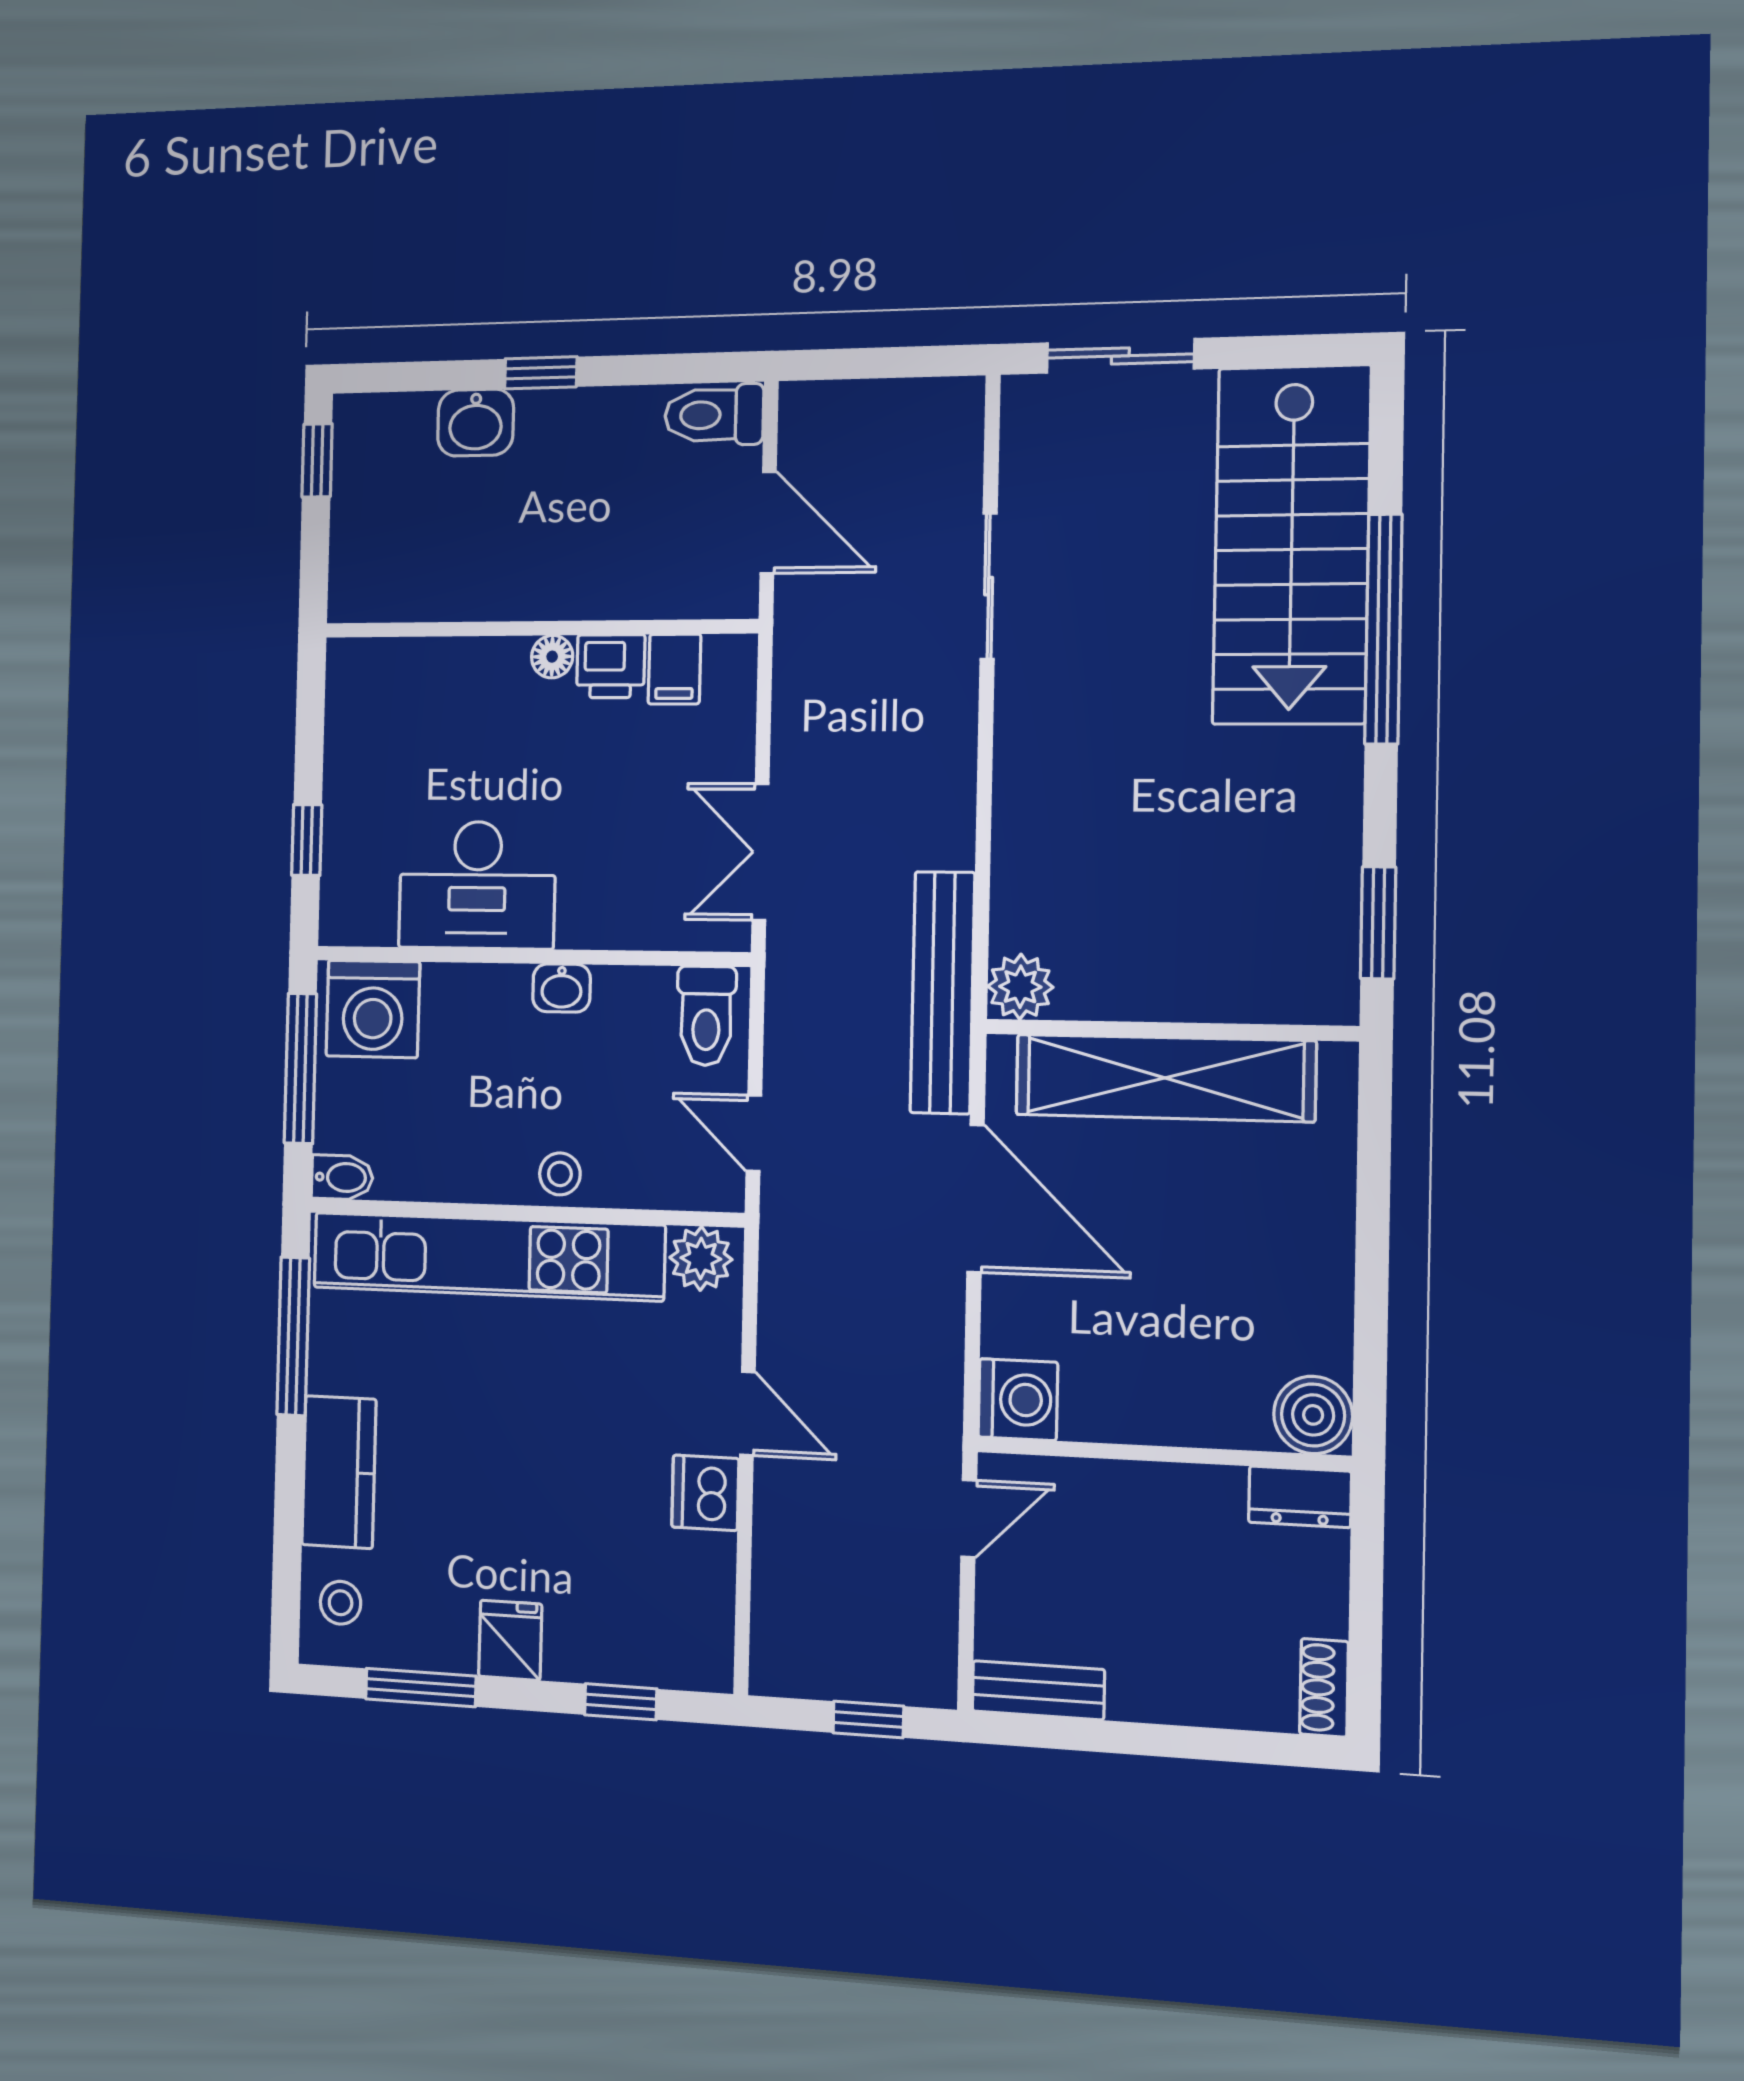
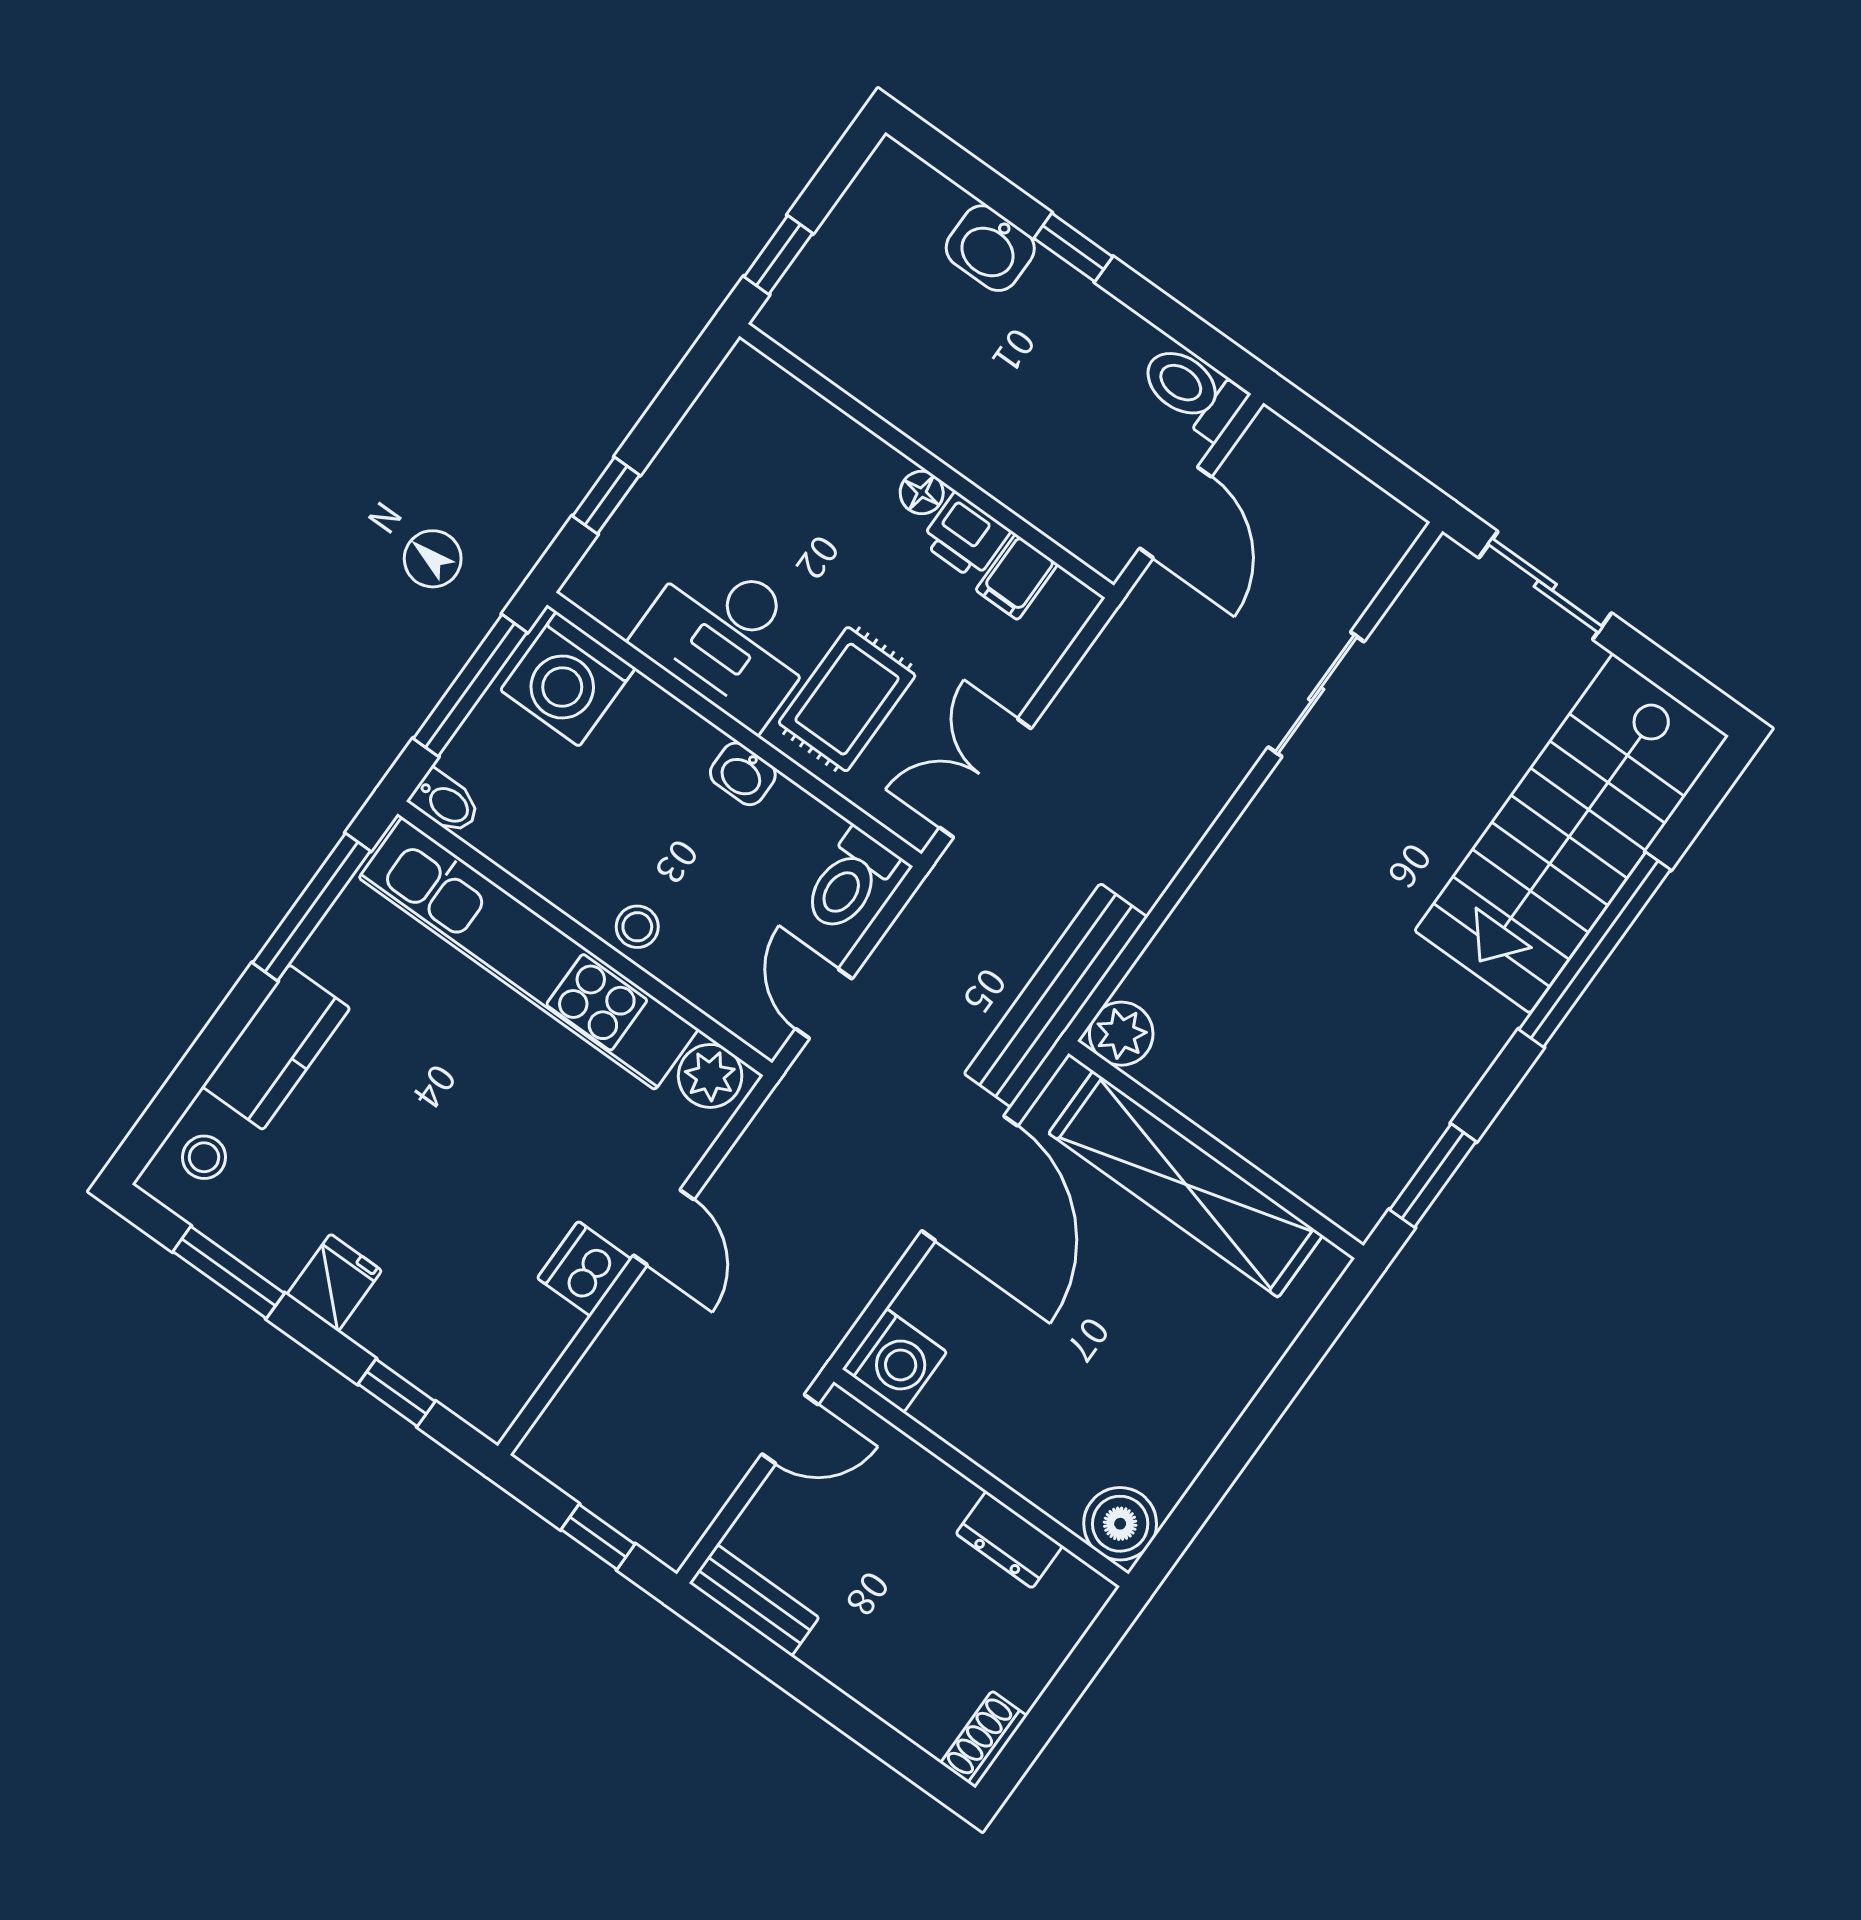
window: (317, 460) -> (778, 255), moved
rug: (604, 867) -> (847, 699), added
dresser: (1300, 1497) -> (1009, 1540), moved

